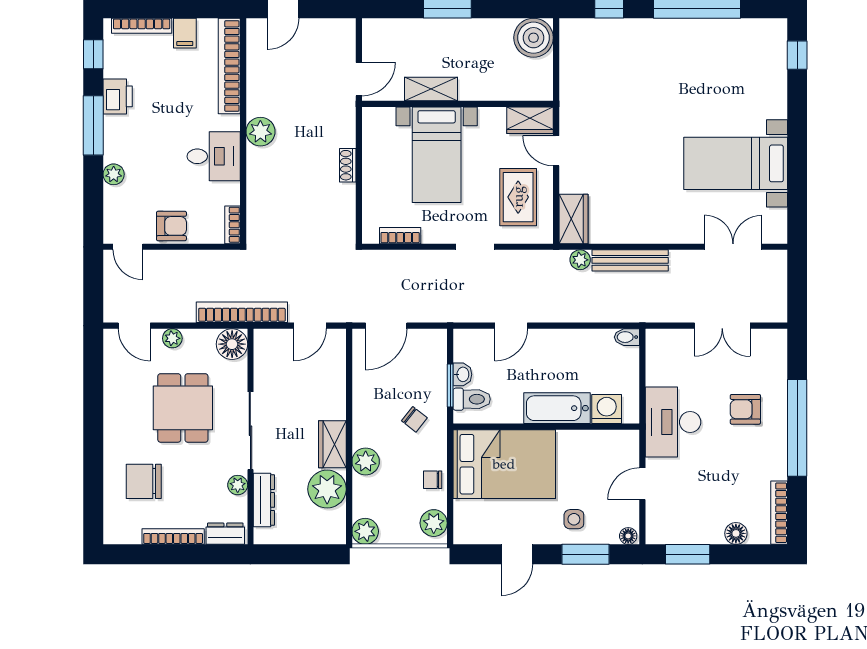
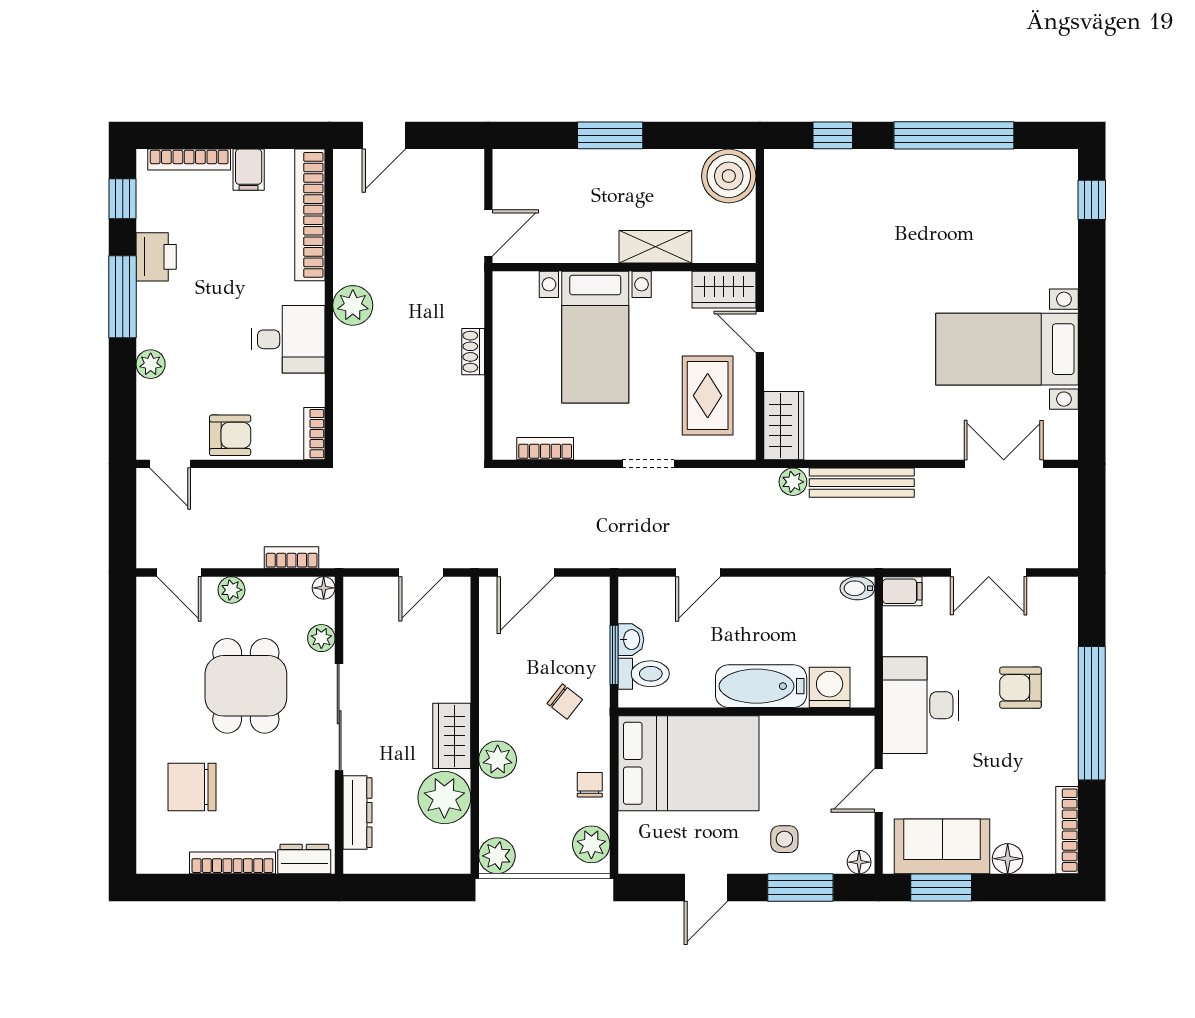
shelving: (431, 89) -> (655, 247), moved
bookcase: (242, 312) -> (292, 558), width x0.43, depth x0.76
filing cabinet: (659, 339) -> (902, 591), added
floor lamp: (232, 344) -> (324, 588), width x0.53, depth x0.53
chair: (433, 480) -> (590, 785), turned 90
plant: (238, 485) -> (321, 638), moved
sofa: (688, 524) -> (942, 846), added

